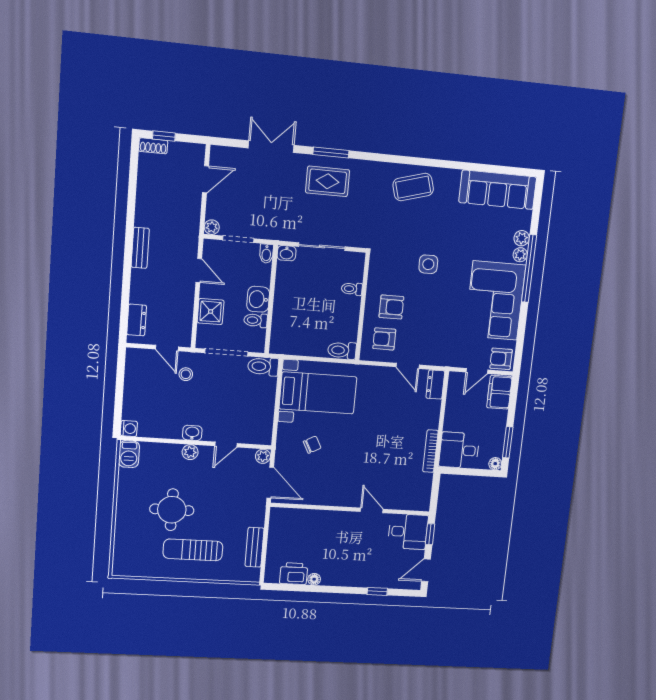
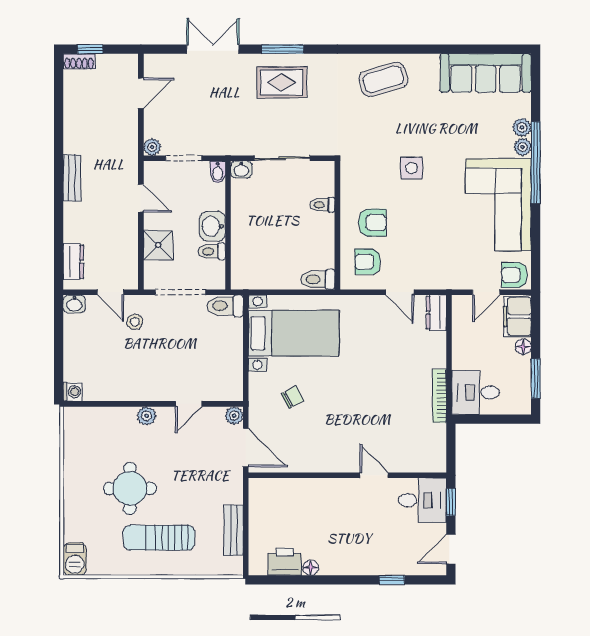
washbasin: (192, 433) -> (74, 304), moved, turned 180
barbecue: (129, 454) -> (75, 559), moved
floor lamp: (495, 464) -> (523, 347), moved

